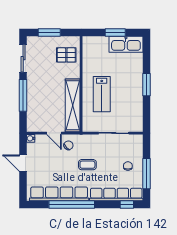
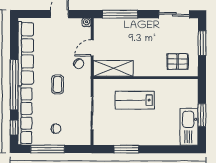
pallet: (66, 55) -> (178, 62), turned 90
window: (147, 85) -> (126, 149), moved
window: (23, 95) -> (120, 14), moved
shelving: (73, 105) -> (113, 68), width x0.68
window: (72, 205) -> (14, 85), moved

